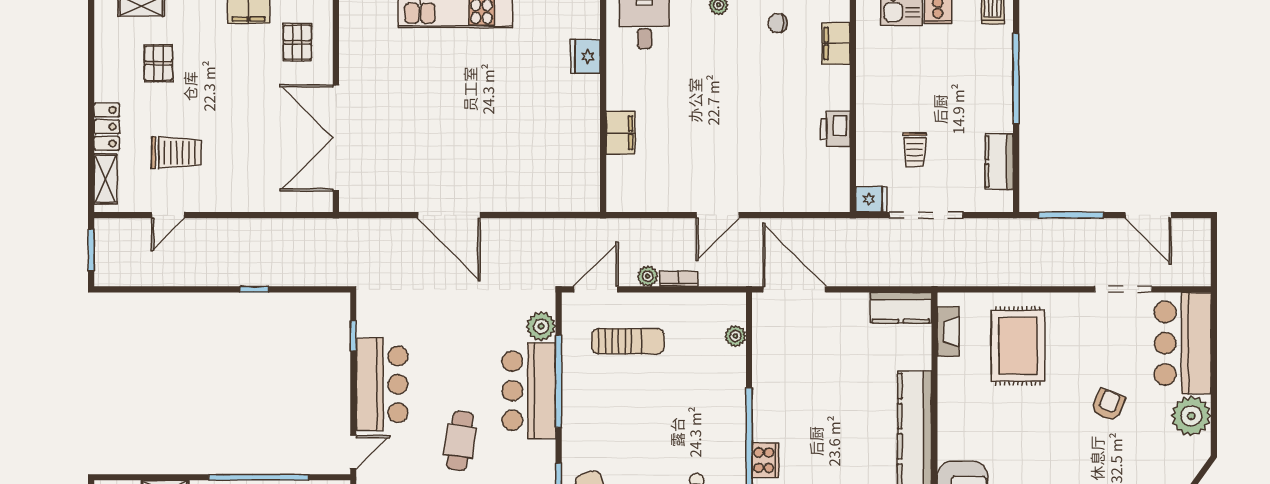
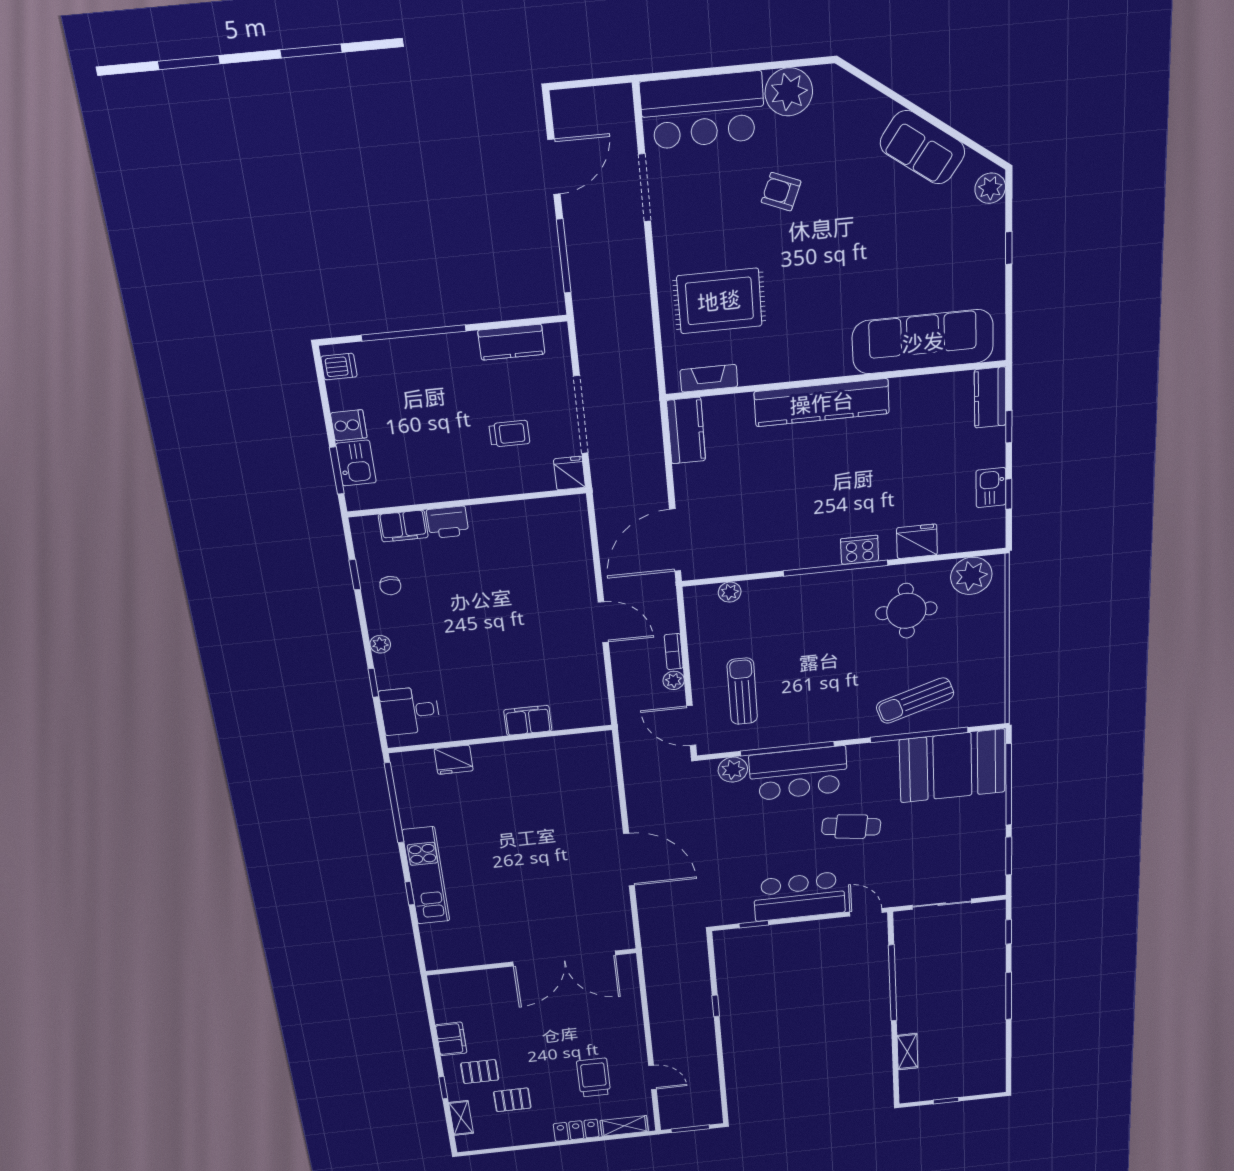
pallet: (297, 42) -> (480, 1072), moved
printer: (835, 129) -> (448, 522), moved
door: (449, 215) -> (629, 860), hinge flipped

